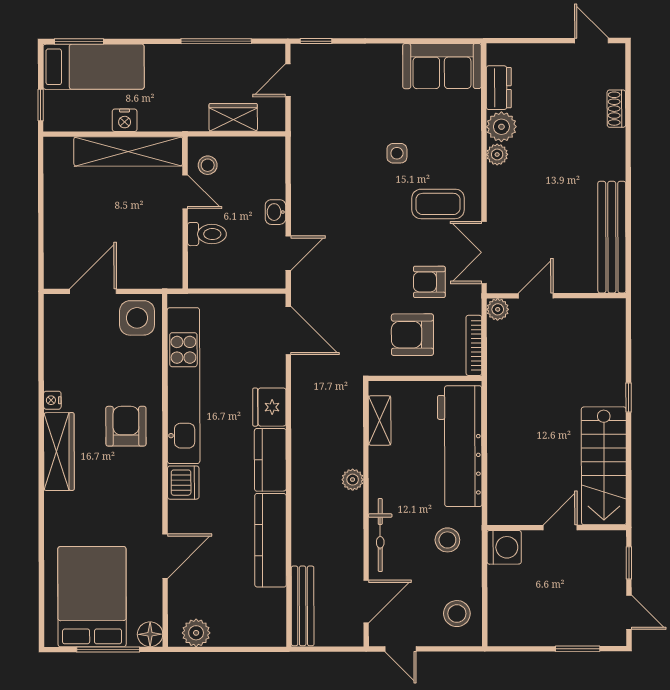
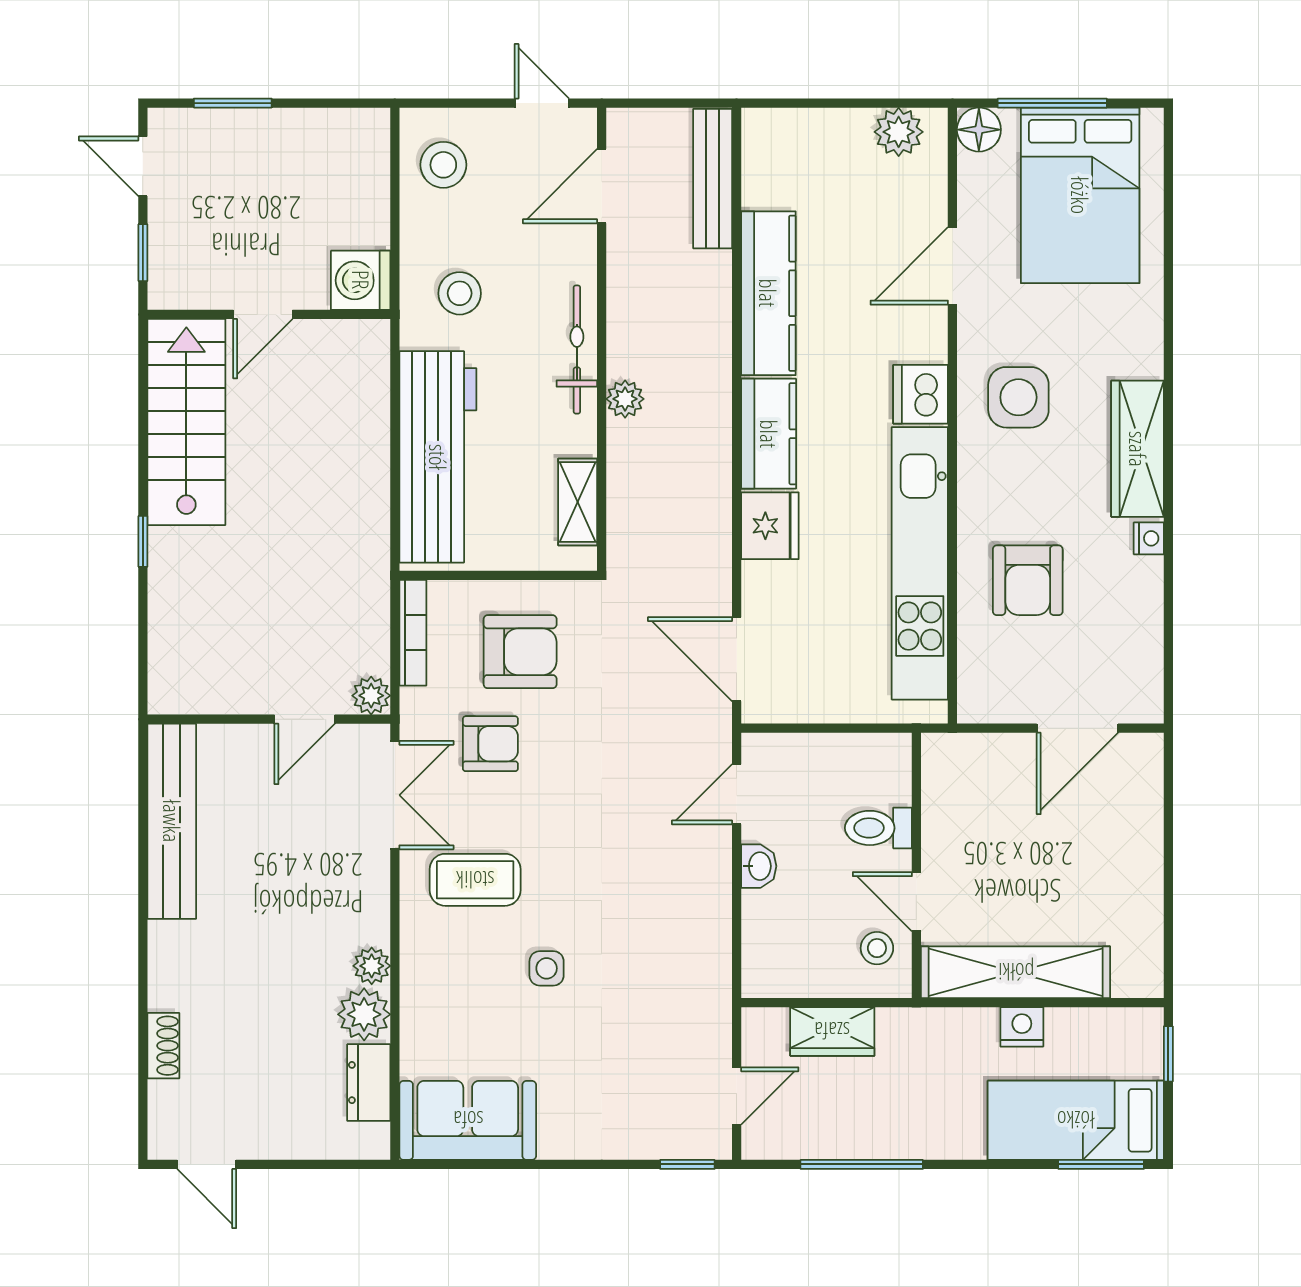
side table: (137, 318) -> (1018, 397), moved
armchair: (126, 426) -> (1028, 580), moved
bicycle: (380, 535) -> (577, 350), moved

